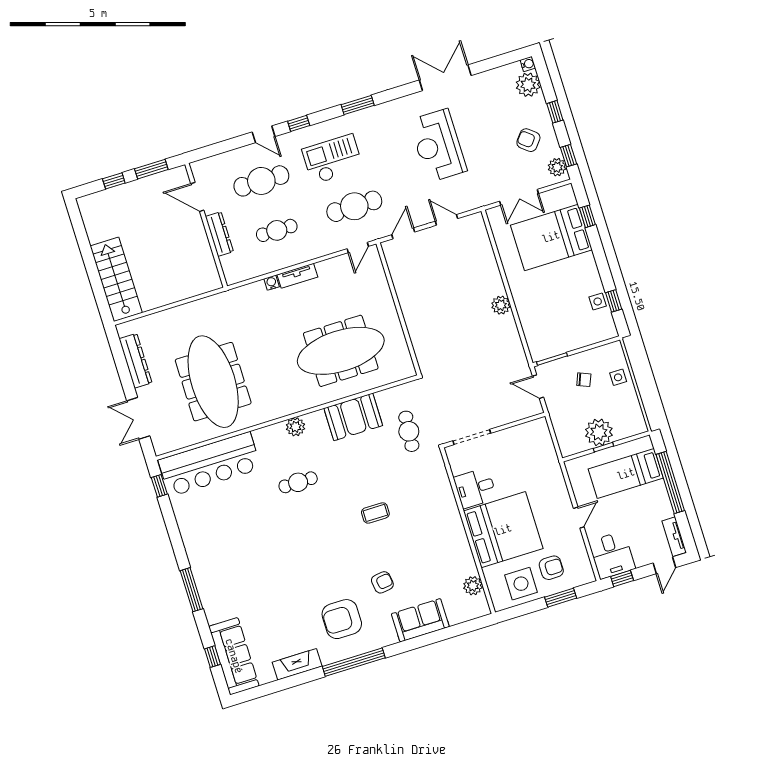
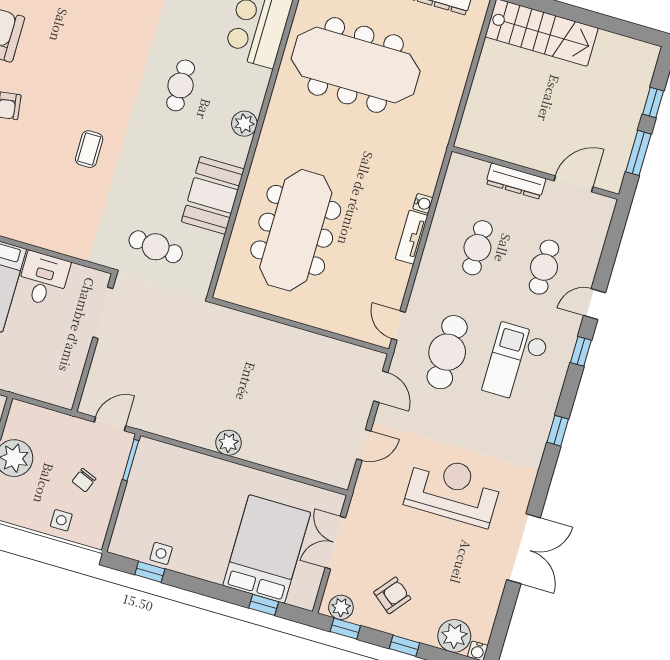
window: (358, 105) -> (558, 431), width x0.67
checkout: (333, 159) -> (516, 363), turned 180
cafe table: (261, 181) -> (544, 267), width x0.73, depth x0.74

